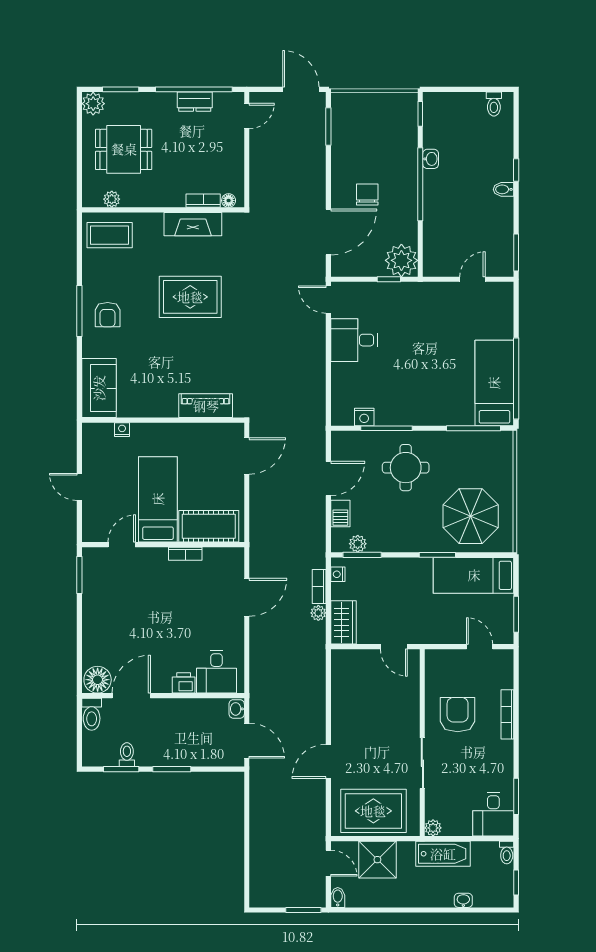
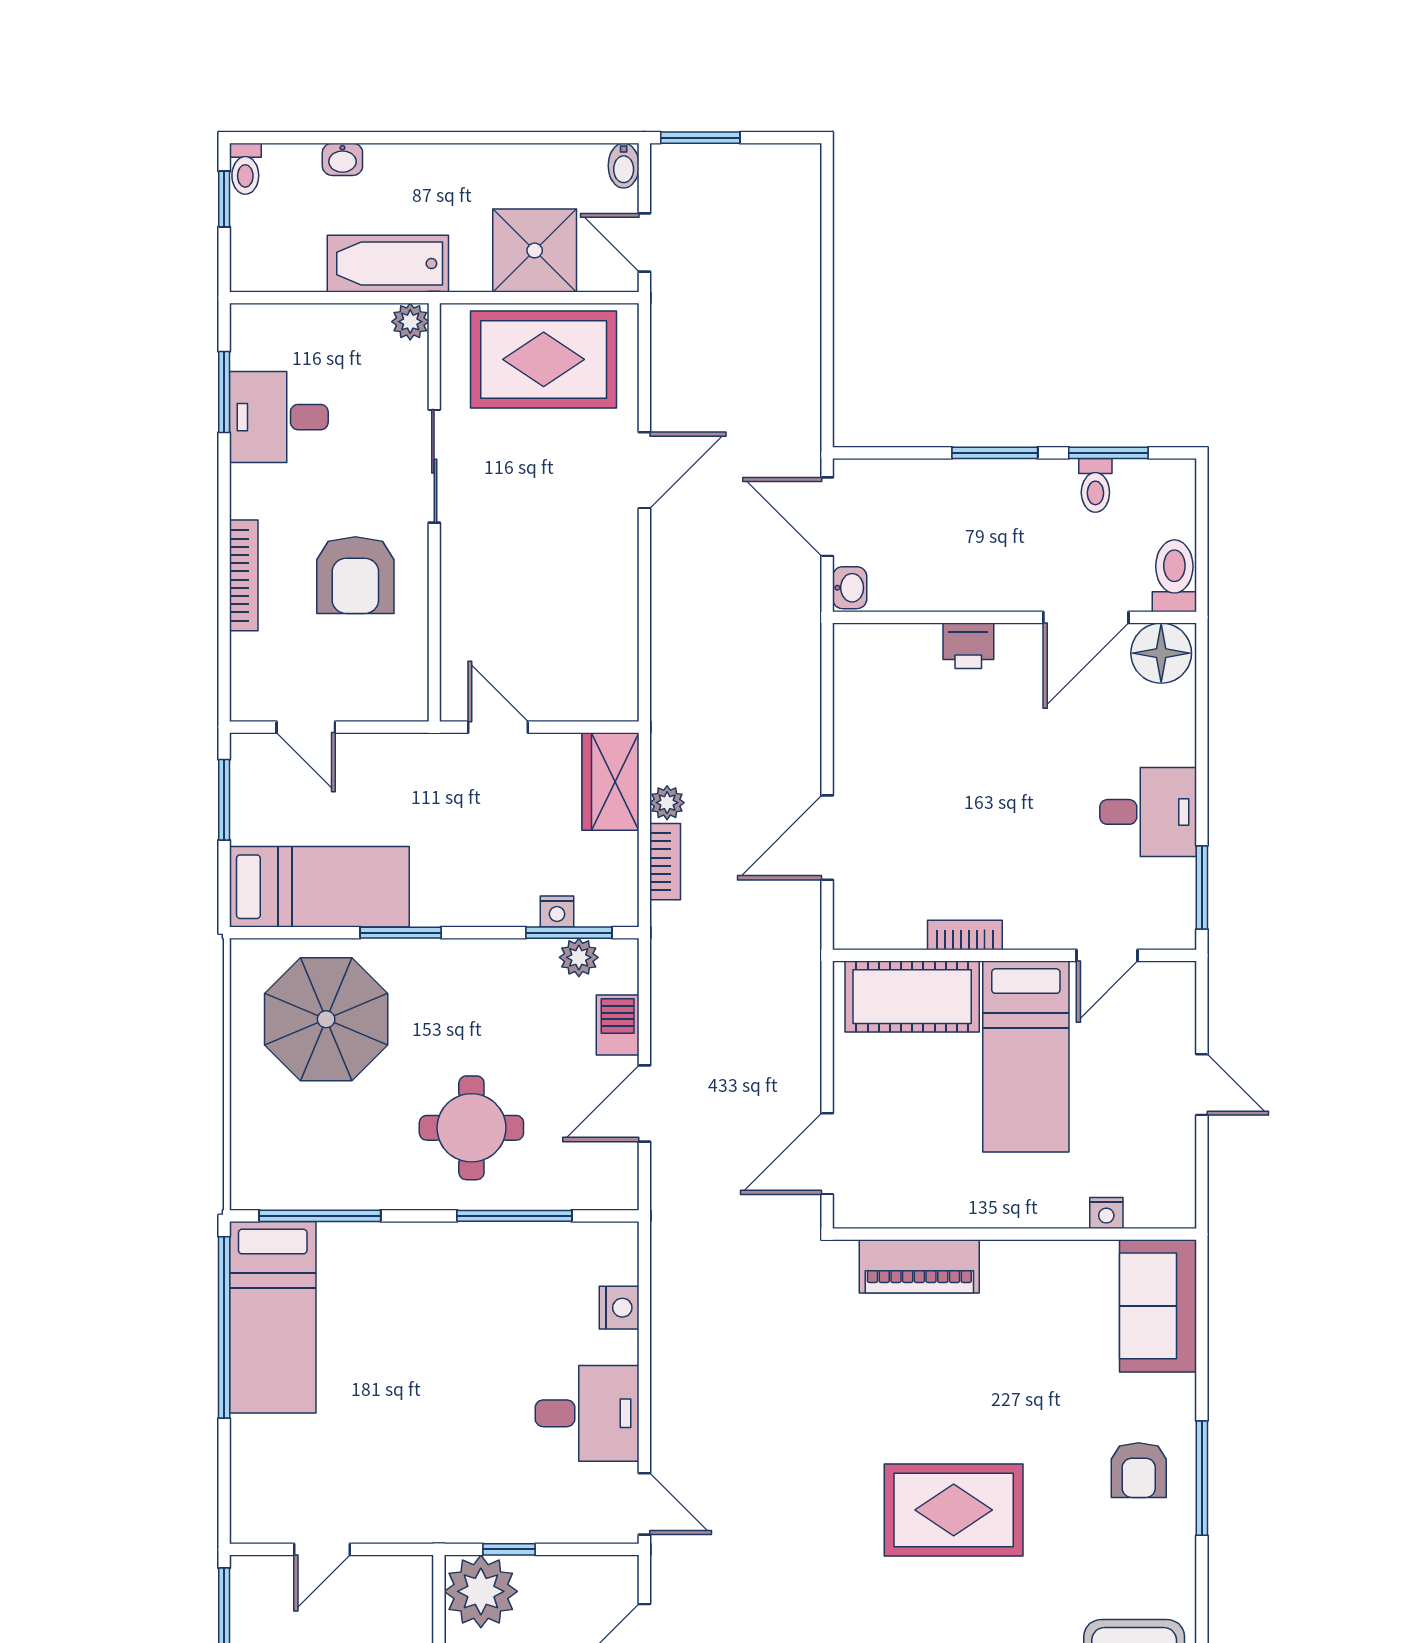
armchair: (108, 315) -> (1139, 1470), turned 180
nightstand: (364, 417) -> (619, 1308), moved, turned 90
nightstand: (338, 574) -> (557, 911), moved, turned 90
desk: (217, 672) -> (1148, 812), moved, turned 90
desk: (493, 814) -> (279, 417), moved, turned -90
toilet: (507, 852) -> (245, 169), moved, turned 180

